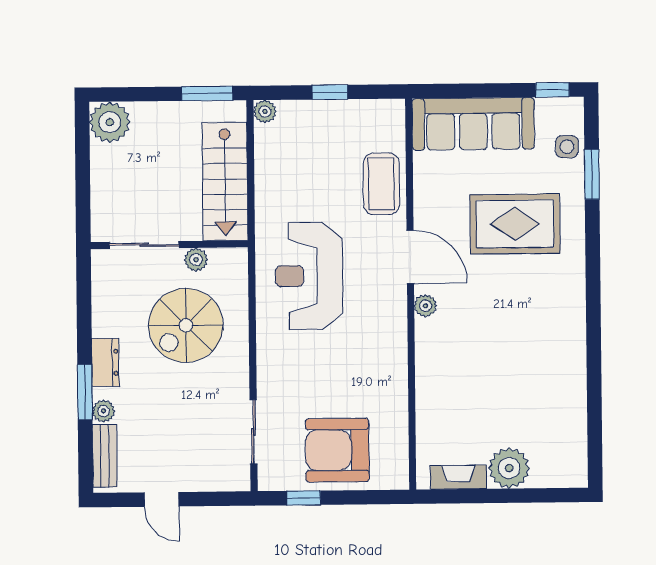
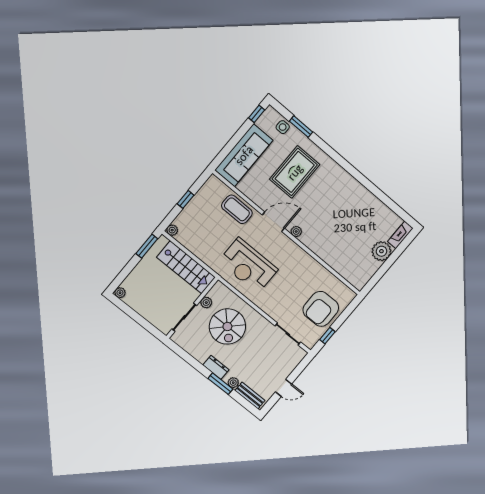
plant: (110, 122) -> (120, 293), width x0.53, depth x0.53
fireplace: (458, 477) -> (400, 235), moved

